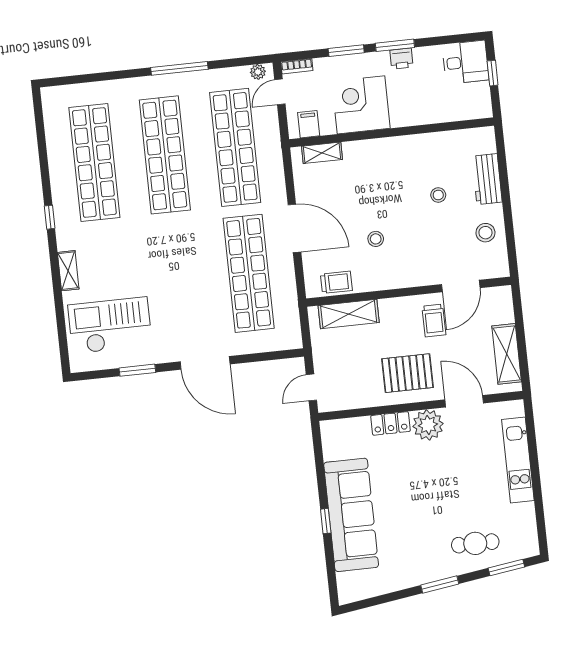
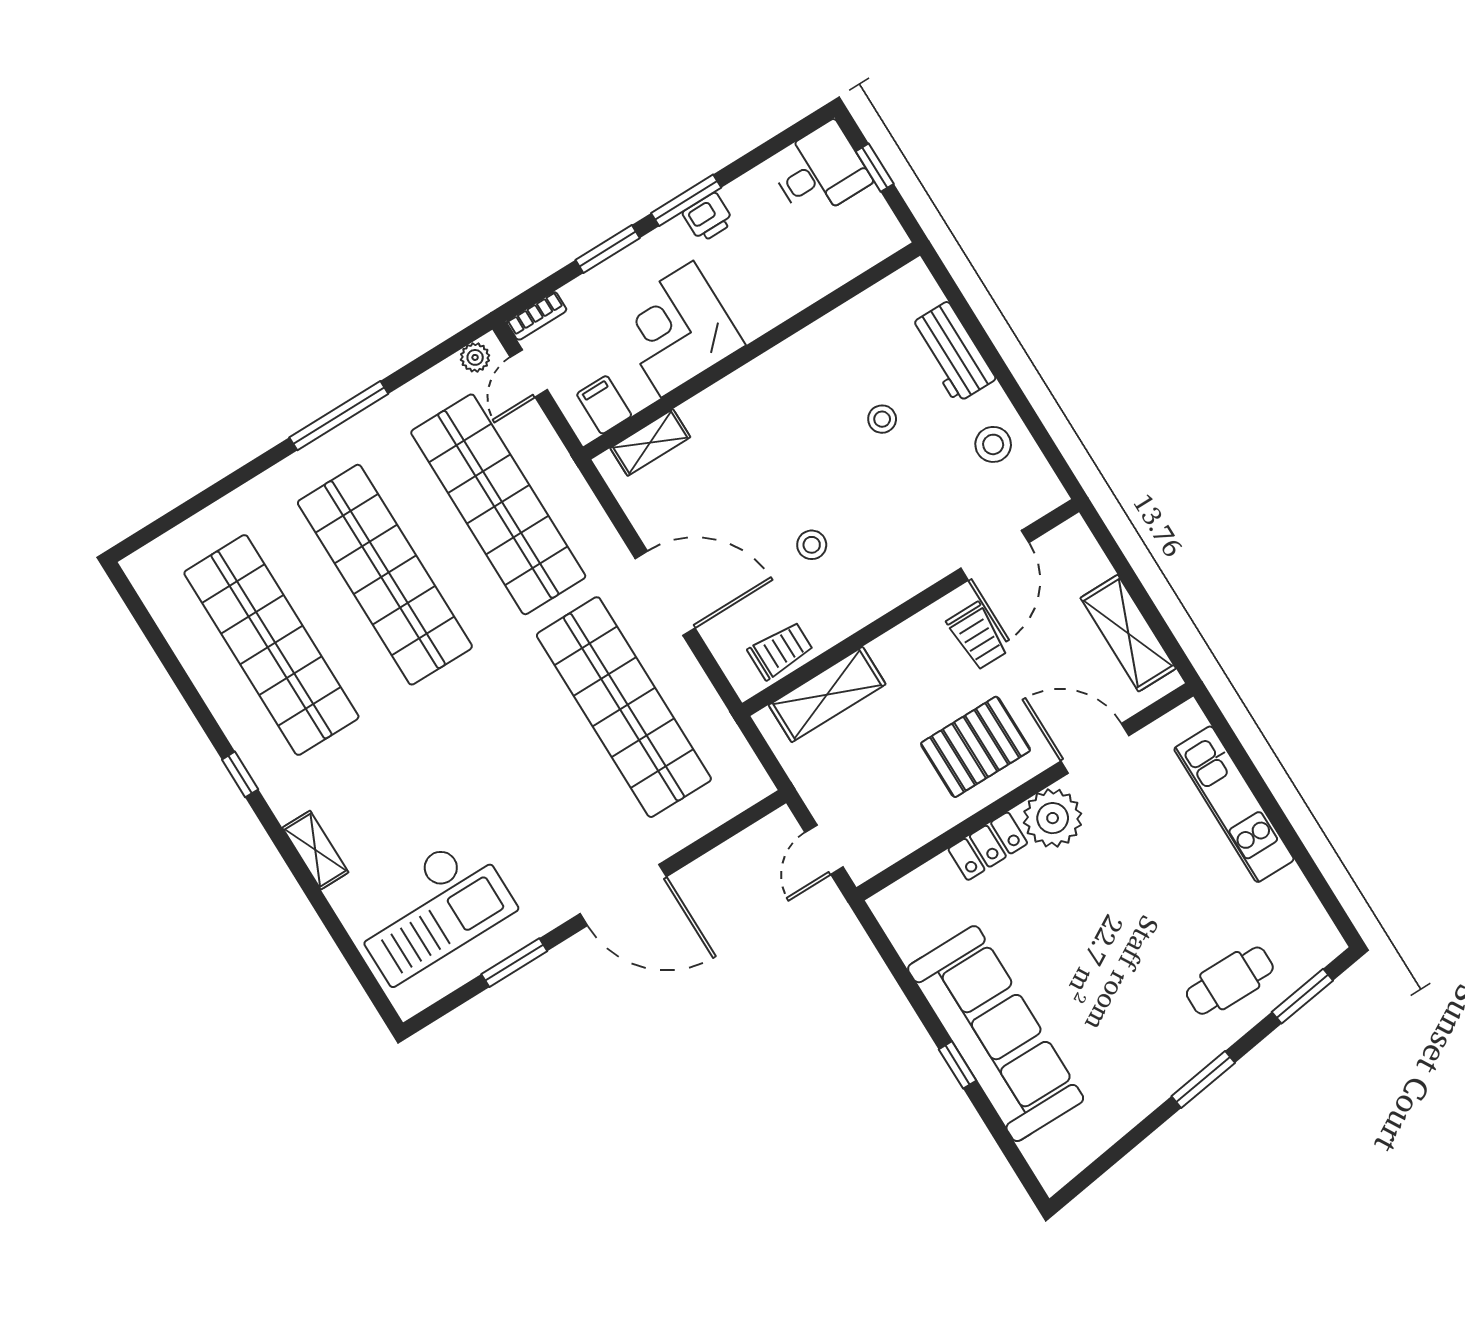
checkout: (110, 325) -> (431, 909), turned 180

